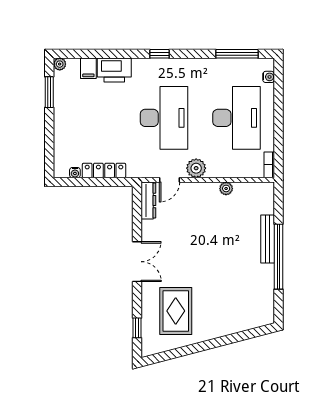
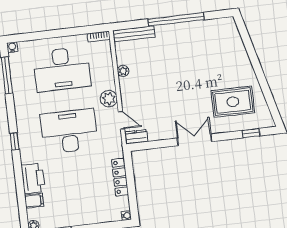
water cooler: (269, 77) -> (12, 47), moved
desk: (237, 118) -> (62, 69), turned 180
water cooler: (75, 173) -> (126, 216), moved
dresser: (148, 200) -> (136, 137), width x0.70
bench: (268, 239) -> (134, 34), moved

